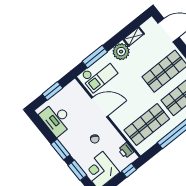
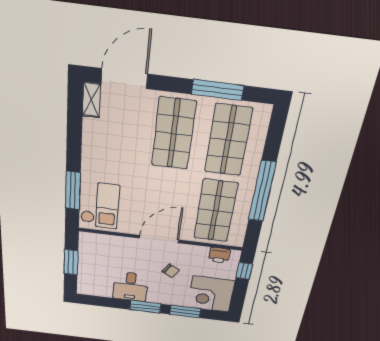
shelving: (134, 37) -> (91, 100), moved
plant: (121, 52) -> (96, 159), removed
door: (100, 107) -> (159, 239), moved
desk: (56, 119) -> (130, 287), moved, width x0.73

